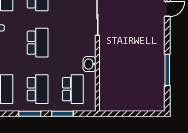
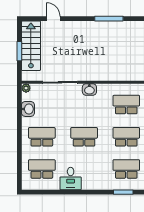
washbasin: (90, 64) -> (89, 89), moved

